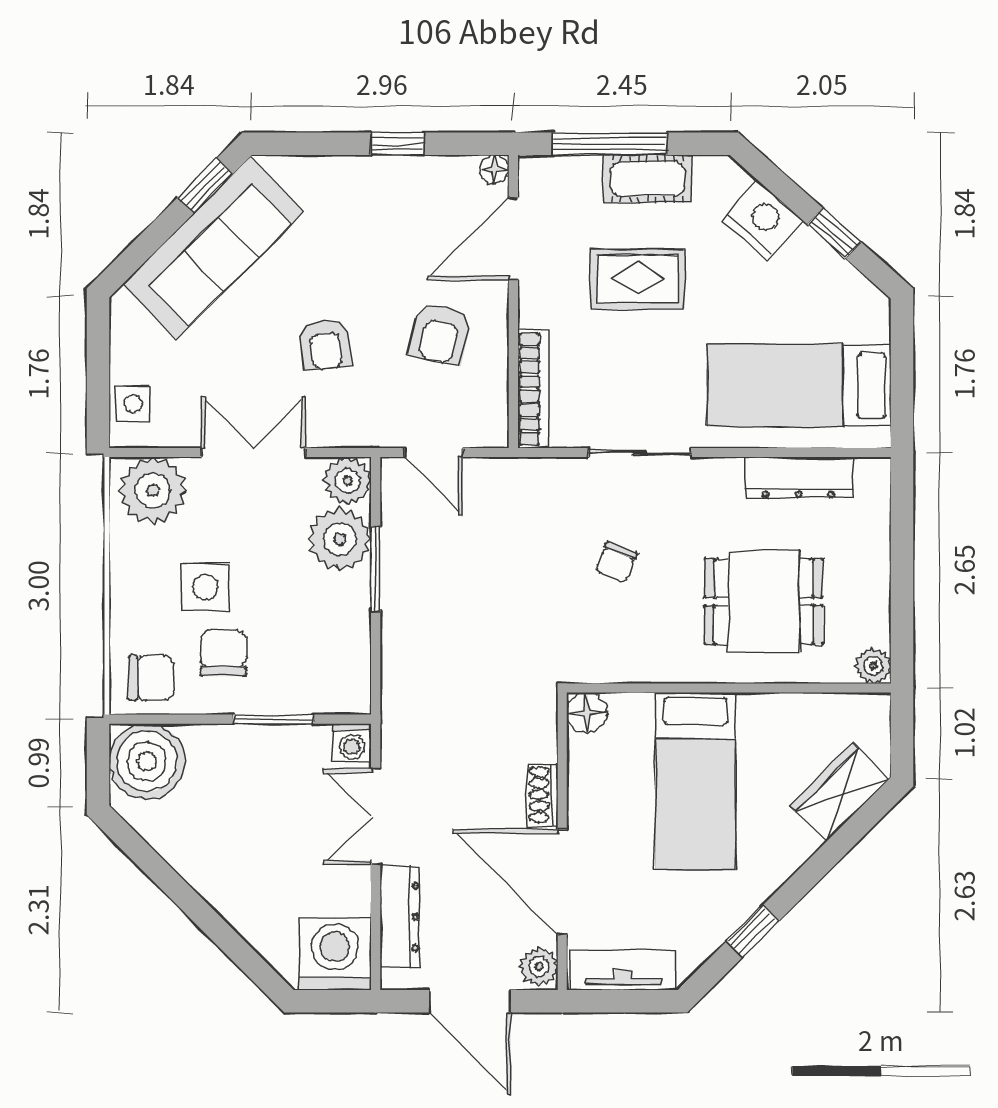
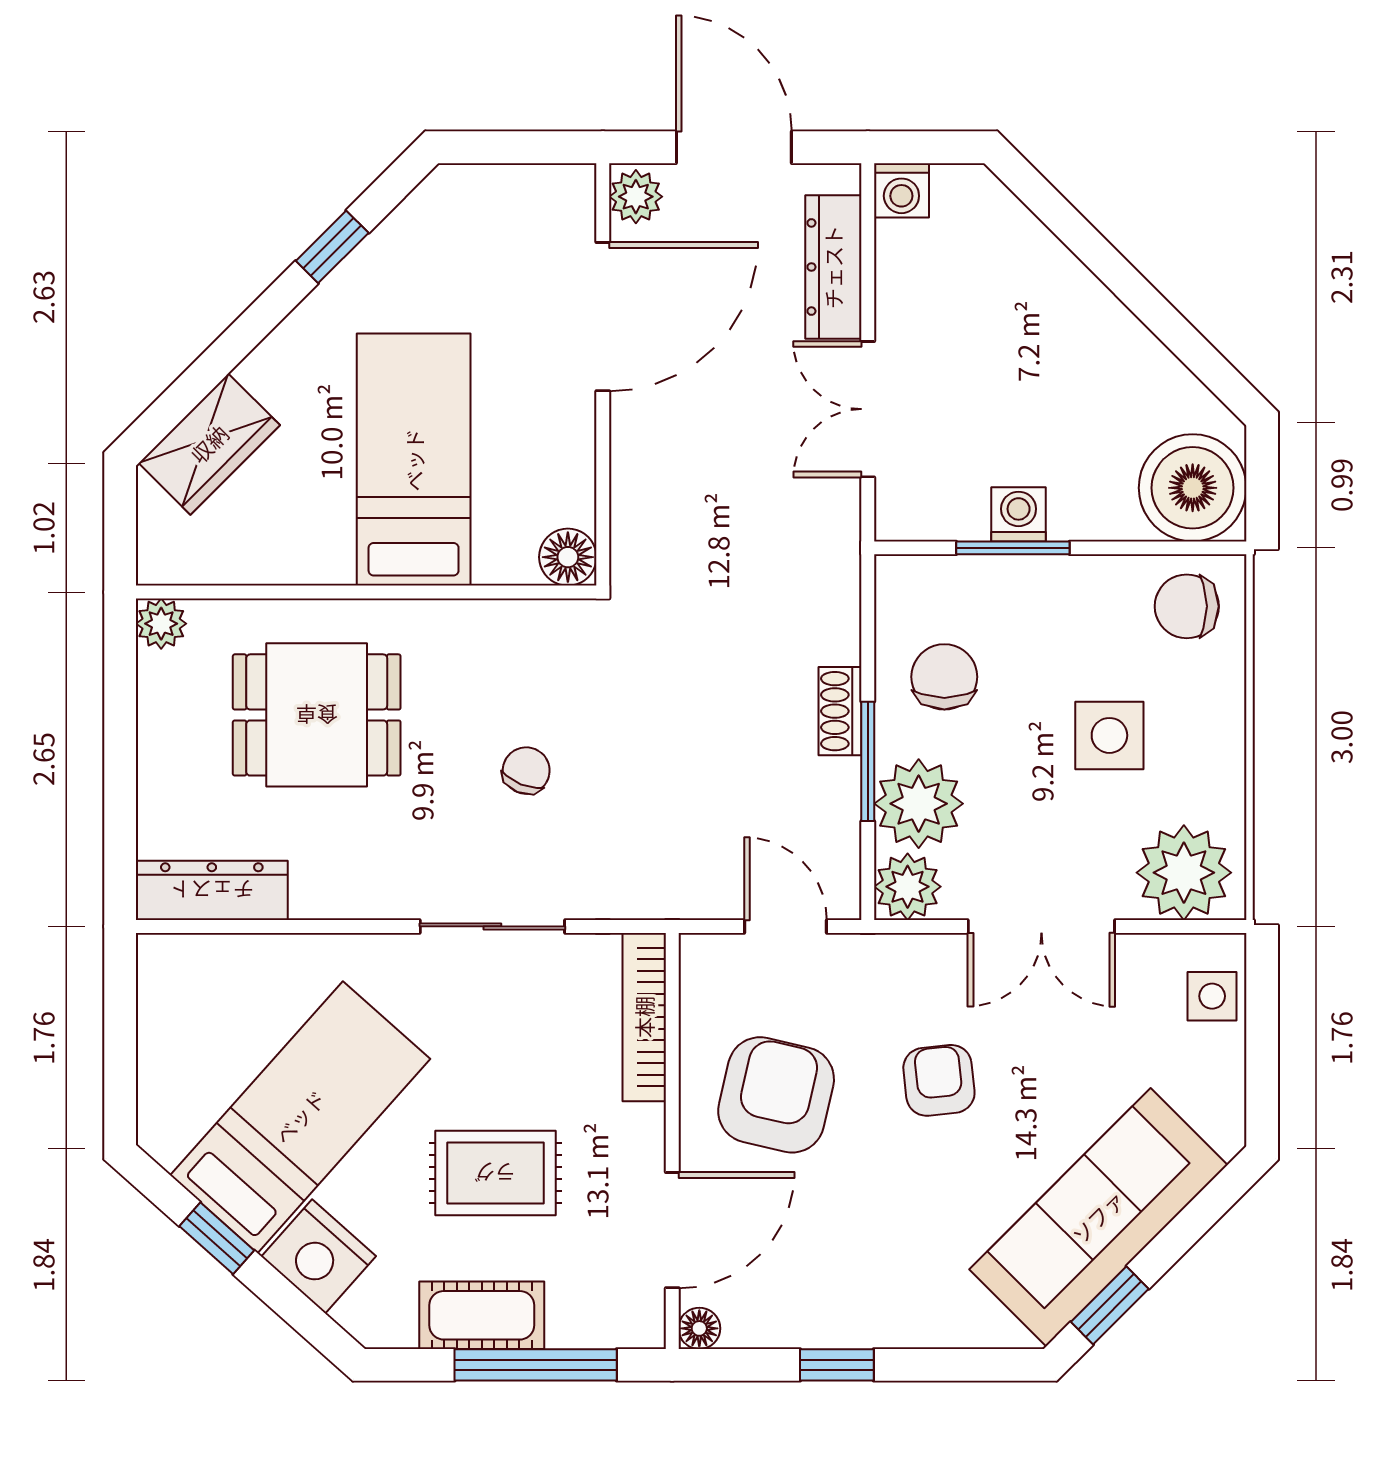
armchair: (440, 334) -> (776, 1095), width x1.38, depth x1.38
bed: (799, 386) -> (300, 1117), moved, turned -48
dresser: (798, 478) -> (212, 890), moved
chair: (223, 653) -> (944, 677), moved, turned 180
washing machine: (352, 743) -> (1019, 514), moved
shoe rack: (543, 795) -> (840, 711), moved, turned 180
double door: (376, 817) -> (868, 409), swing flipped
door: (562, 882) -> (603, 317), hinge flipped
washing machine: (335, 954) -> (901, 190), width x0.53, depth x0.53
tv unit: (623, 970) -> (516, 191), removed

